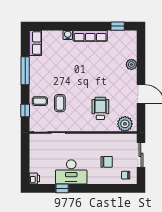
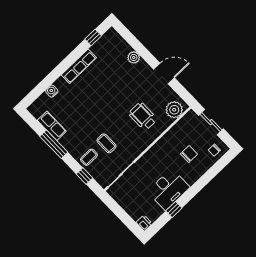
water cooler: (68, 35) -> (52, 91), moved
row of seats: (35, 43) -> (52, 126), moved

